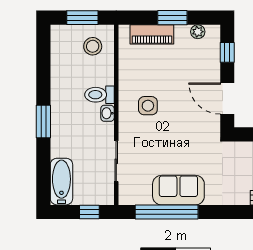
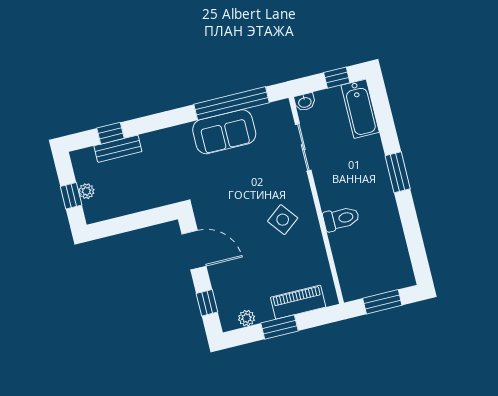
stool: (93, 46) -> (363, 272), removed
side table: (148, 106) -> (283, 220), turned -38
washbasin: (107, 113) -> (305, 102), moved, turned 90
window: (89, 212) -> (337, 78), moved

